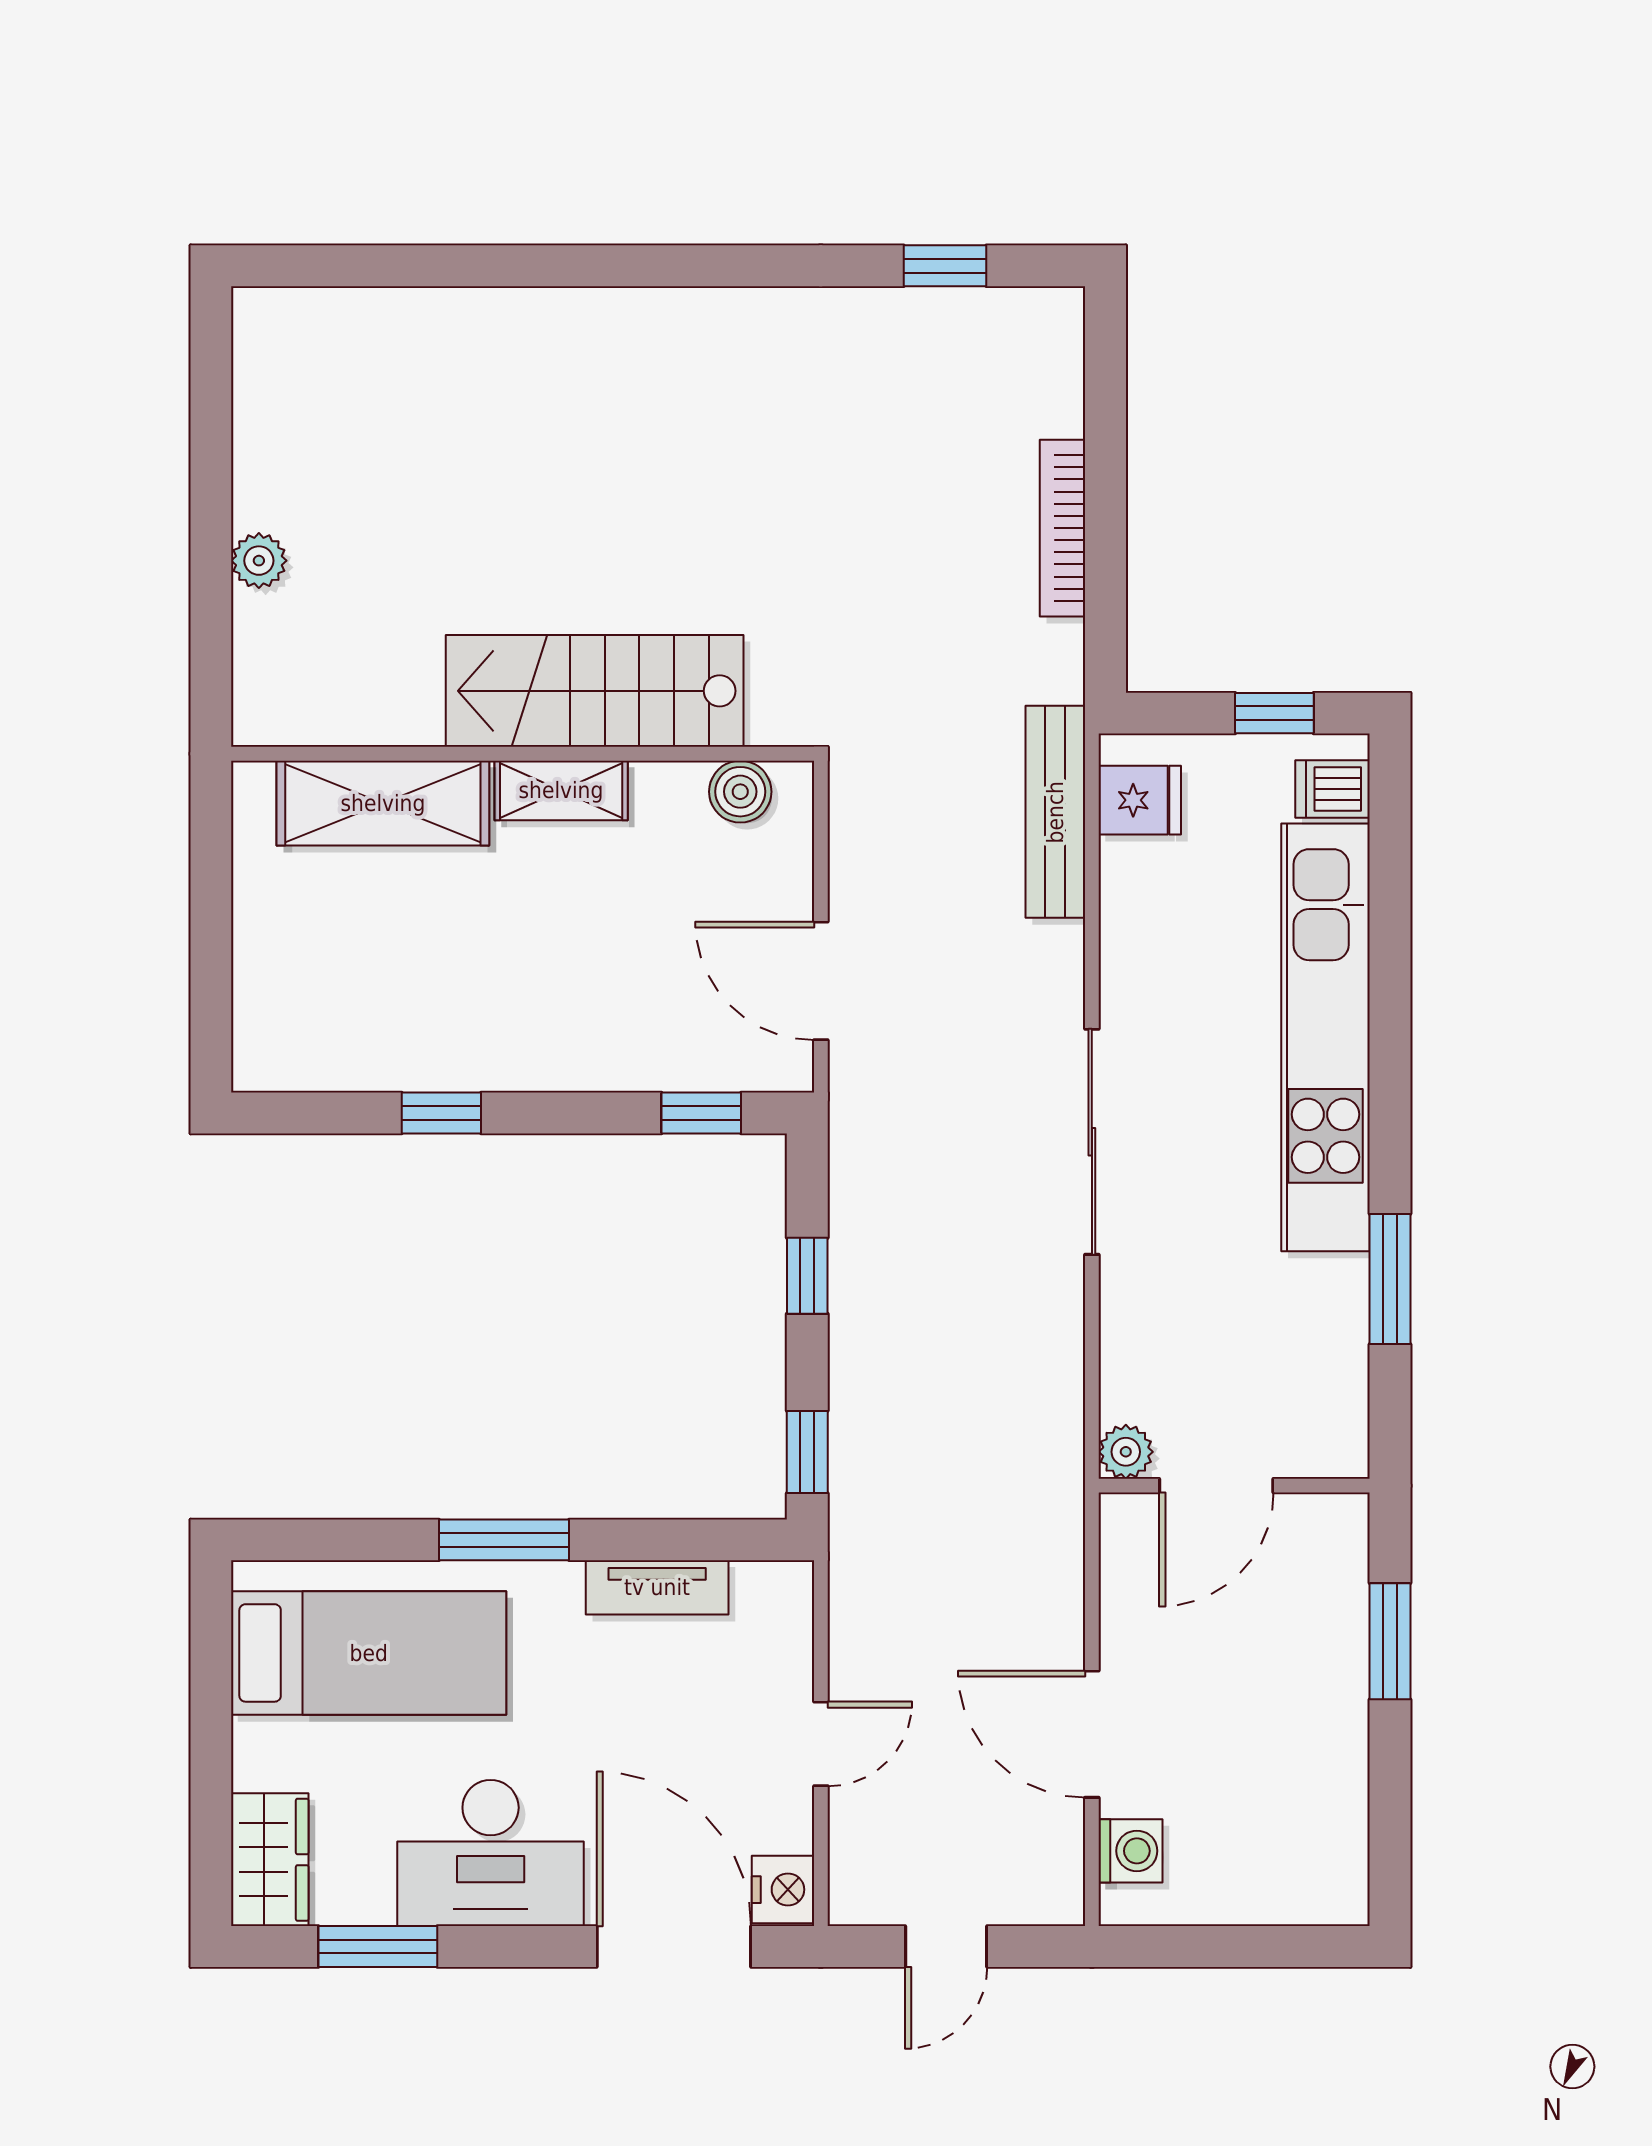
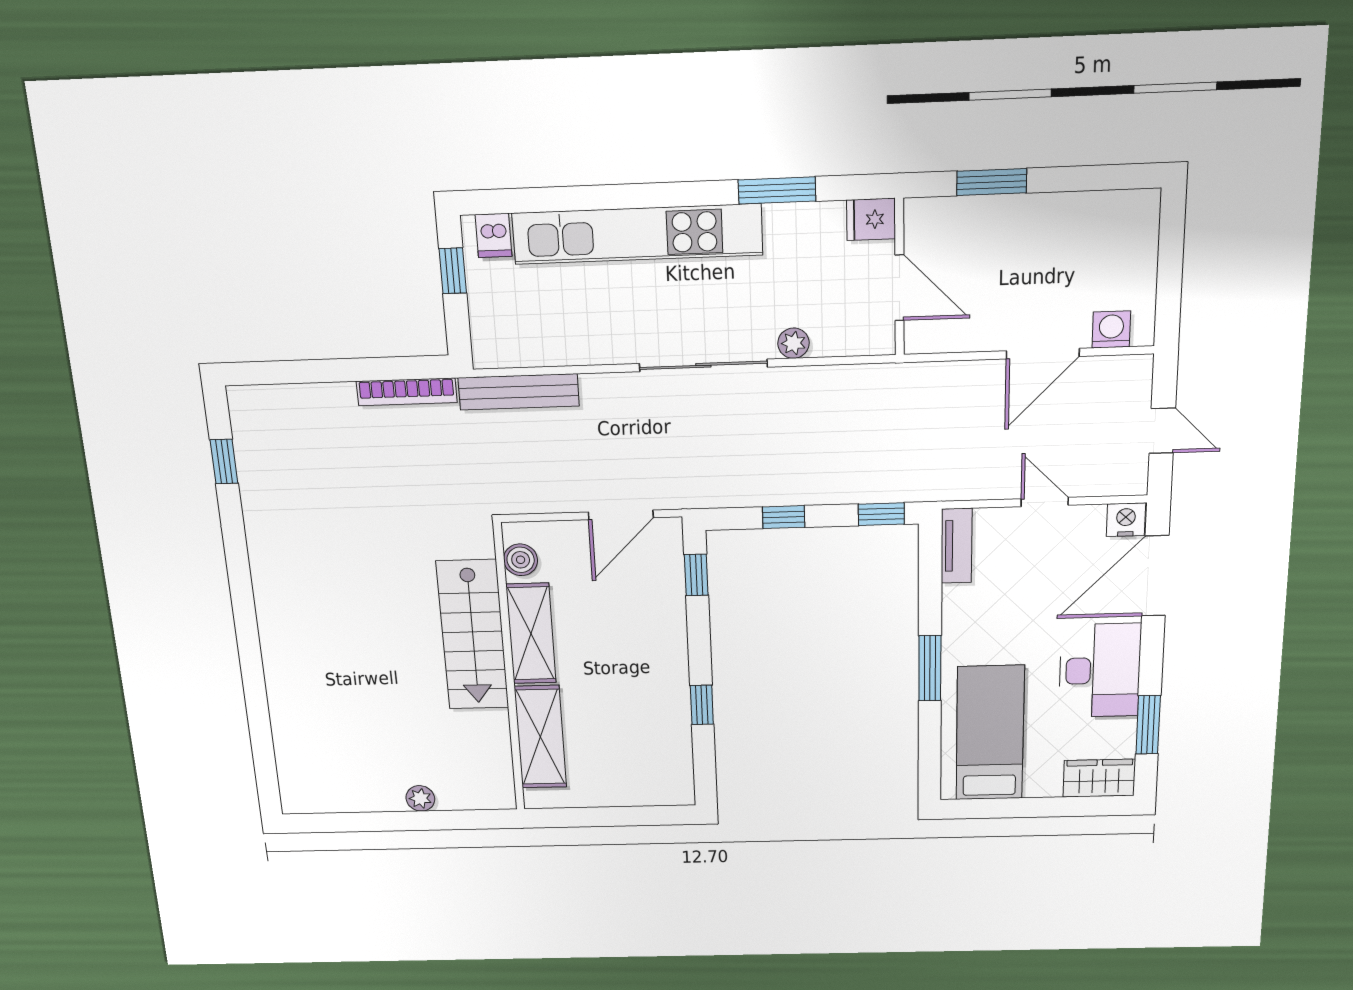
bookcase: (1062, 528) -> (407, 392), moved
shelving: (561, 790) -> (531, 634), width x1.50, depth x1.33
fridge: (1140, 800) -> (871, 219), moved, turned -90
plant: (1126, 1452) -> (793, 343), moved
tv unit: (657, 1587) -> (957, 546), moved

